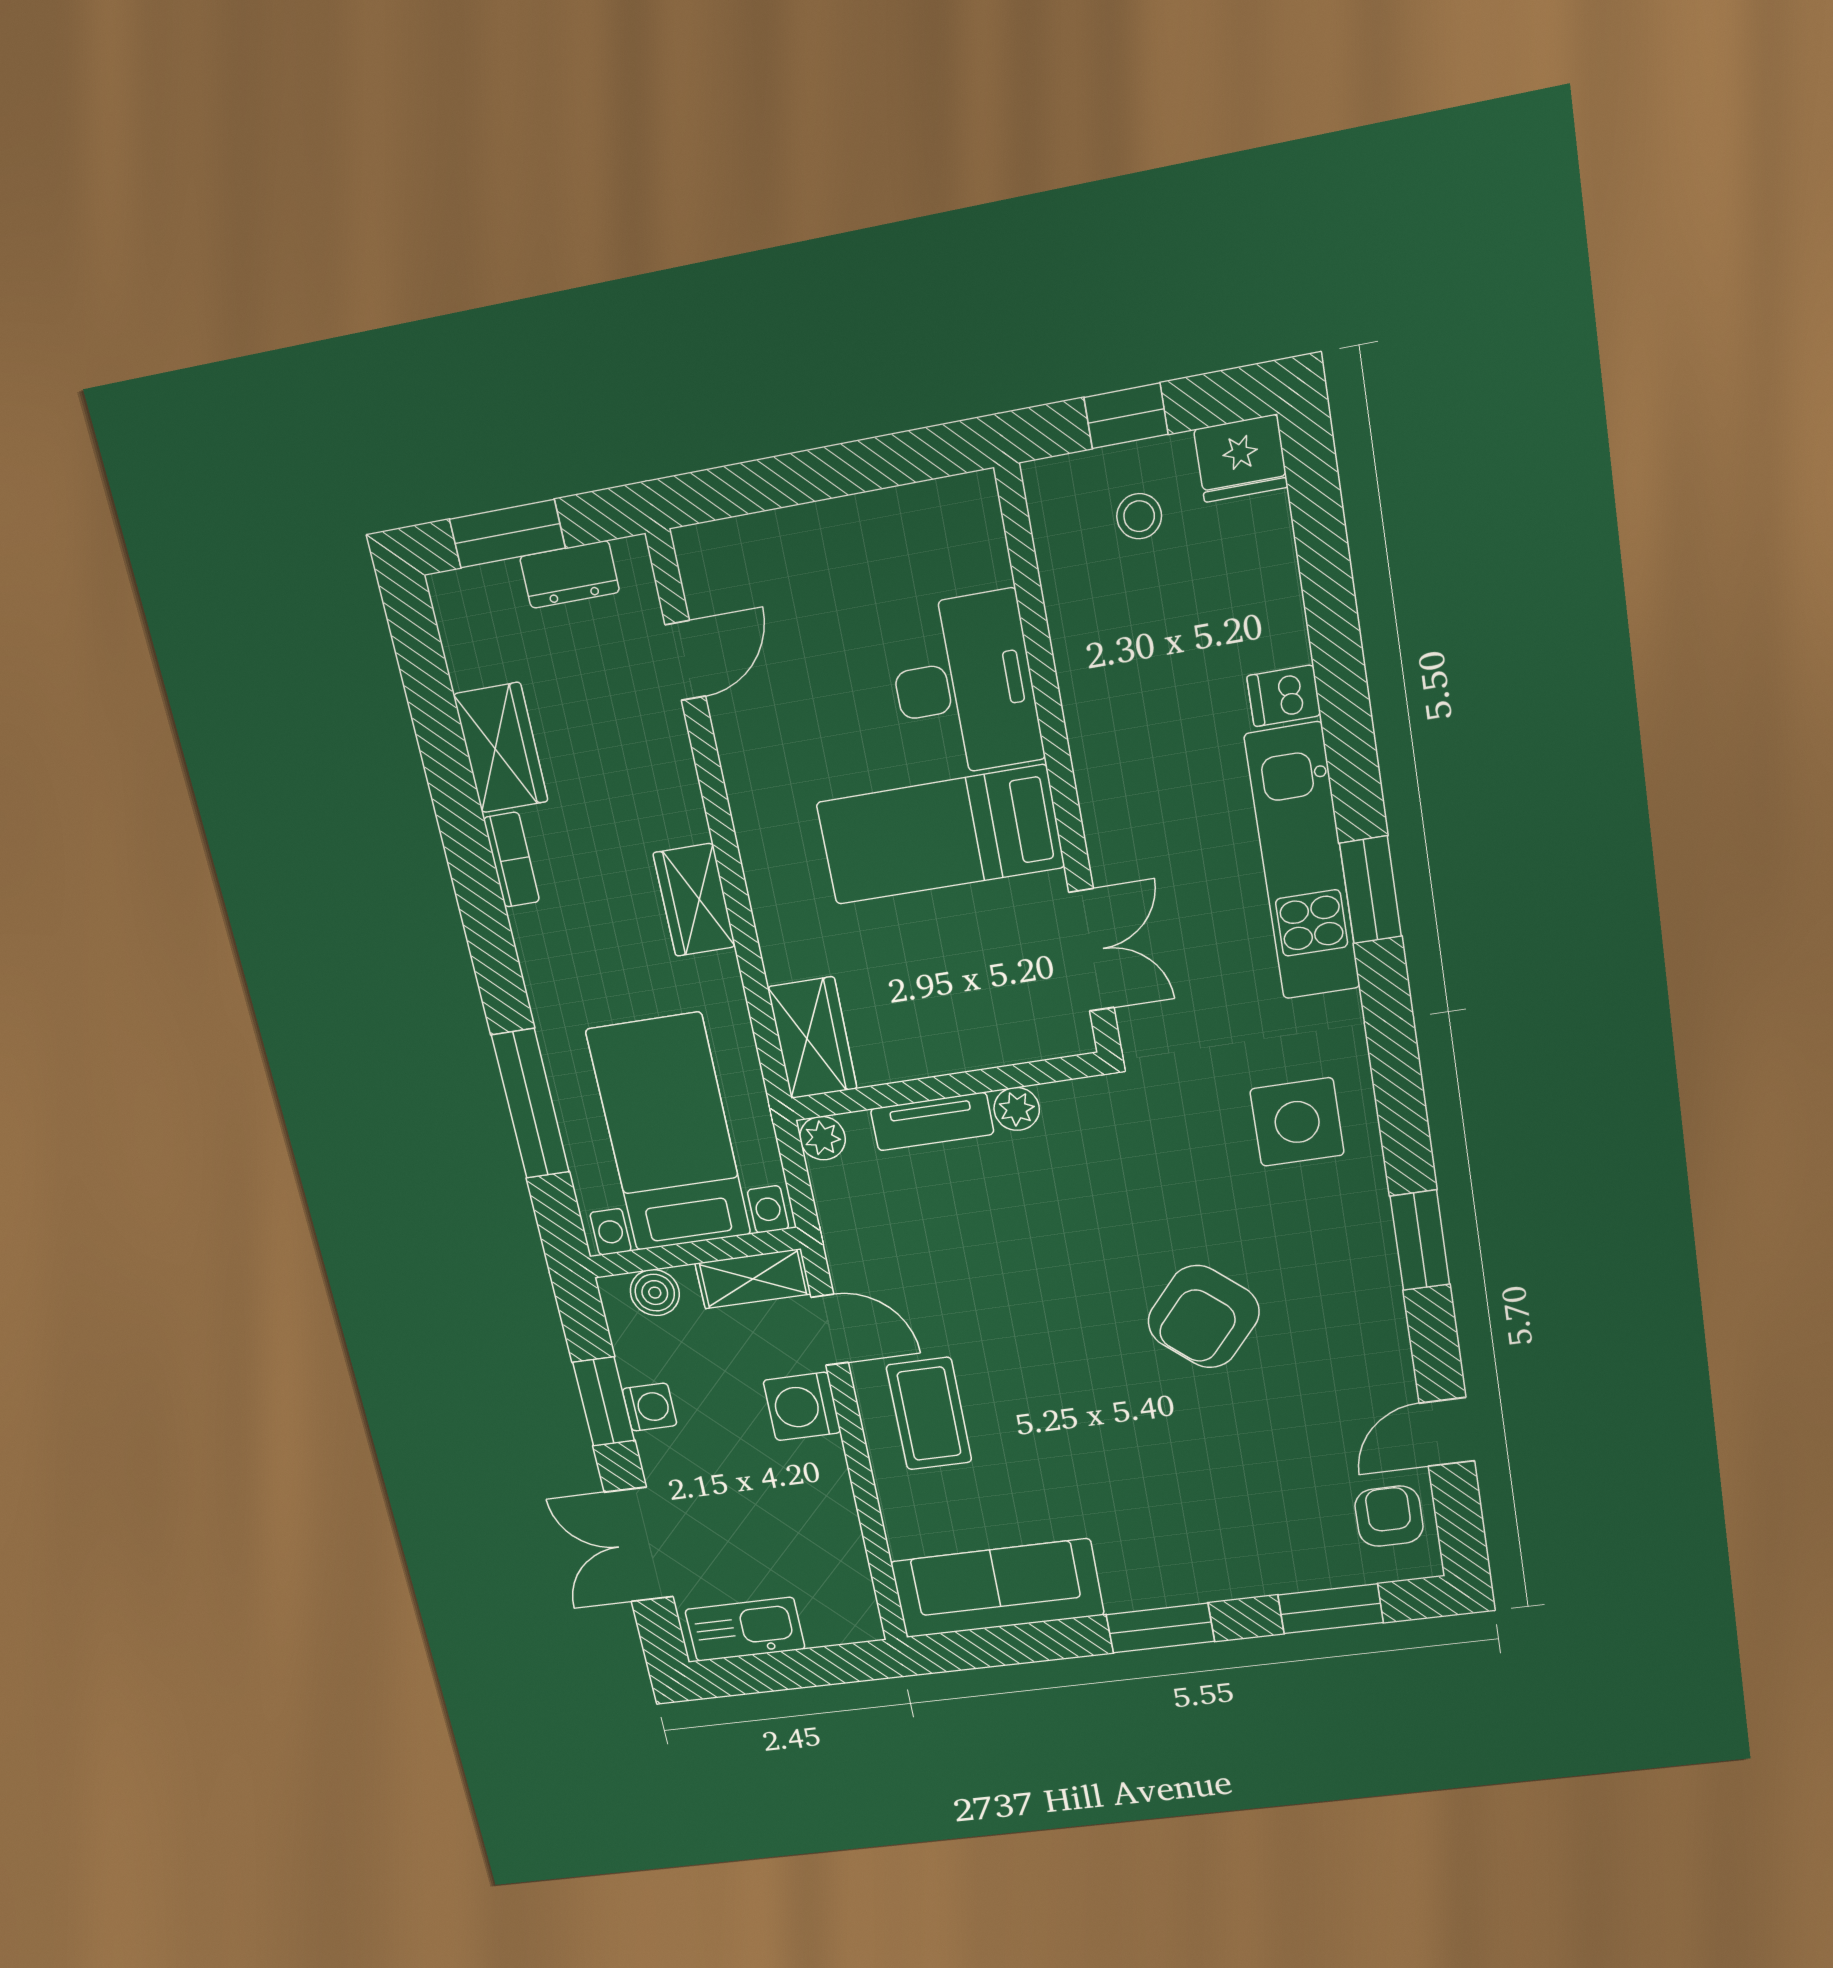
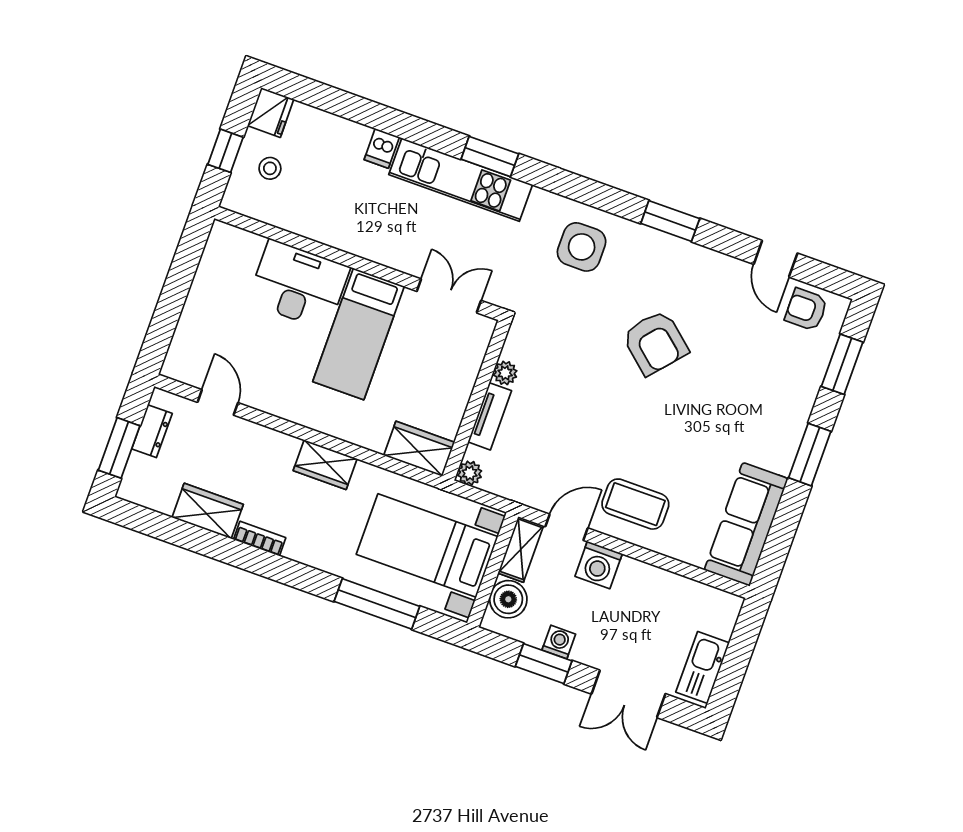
boiler: (655, 1293) -> (508, 599), width x1.36, depth x1.36

